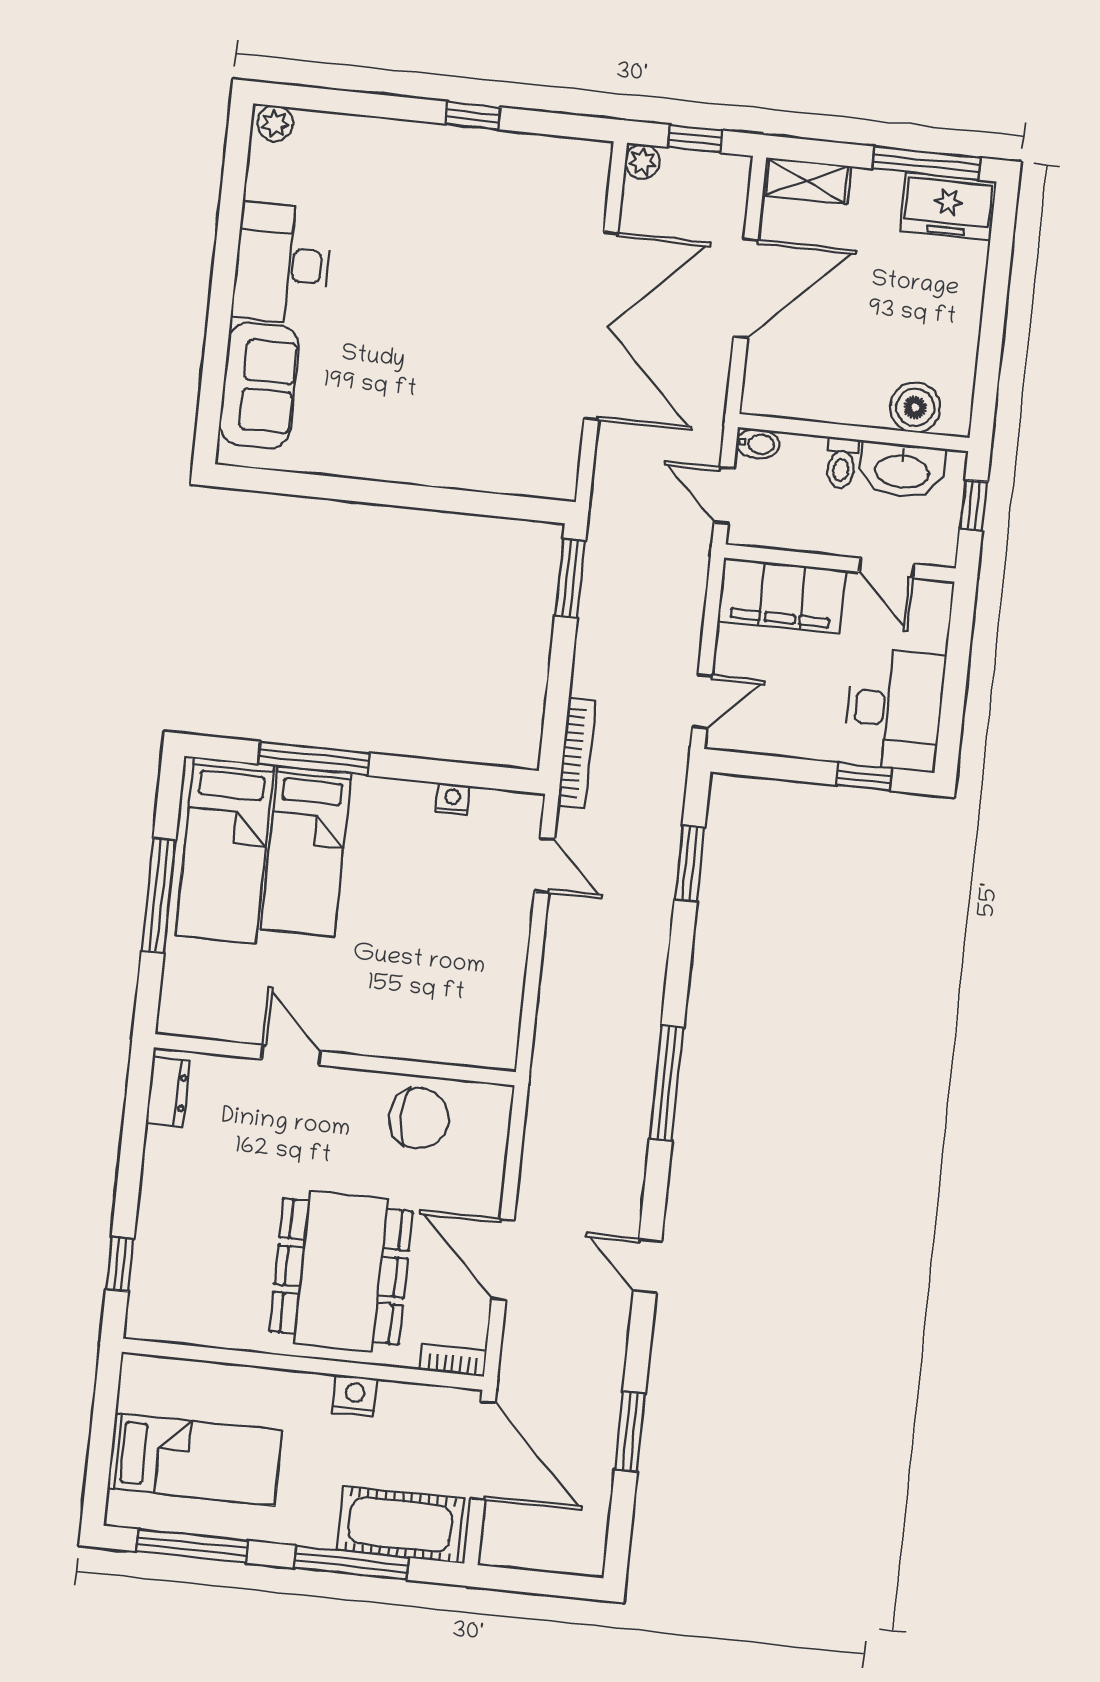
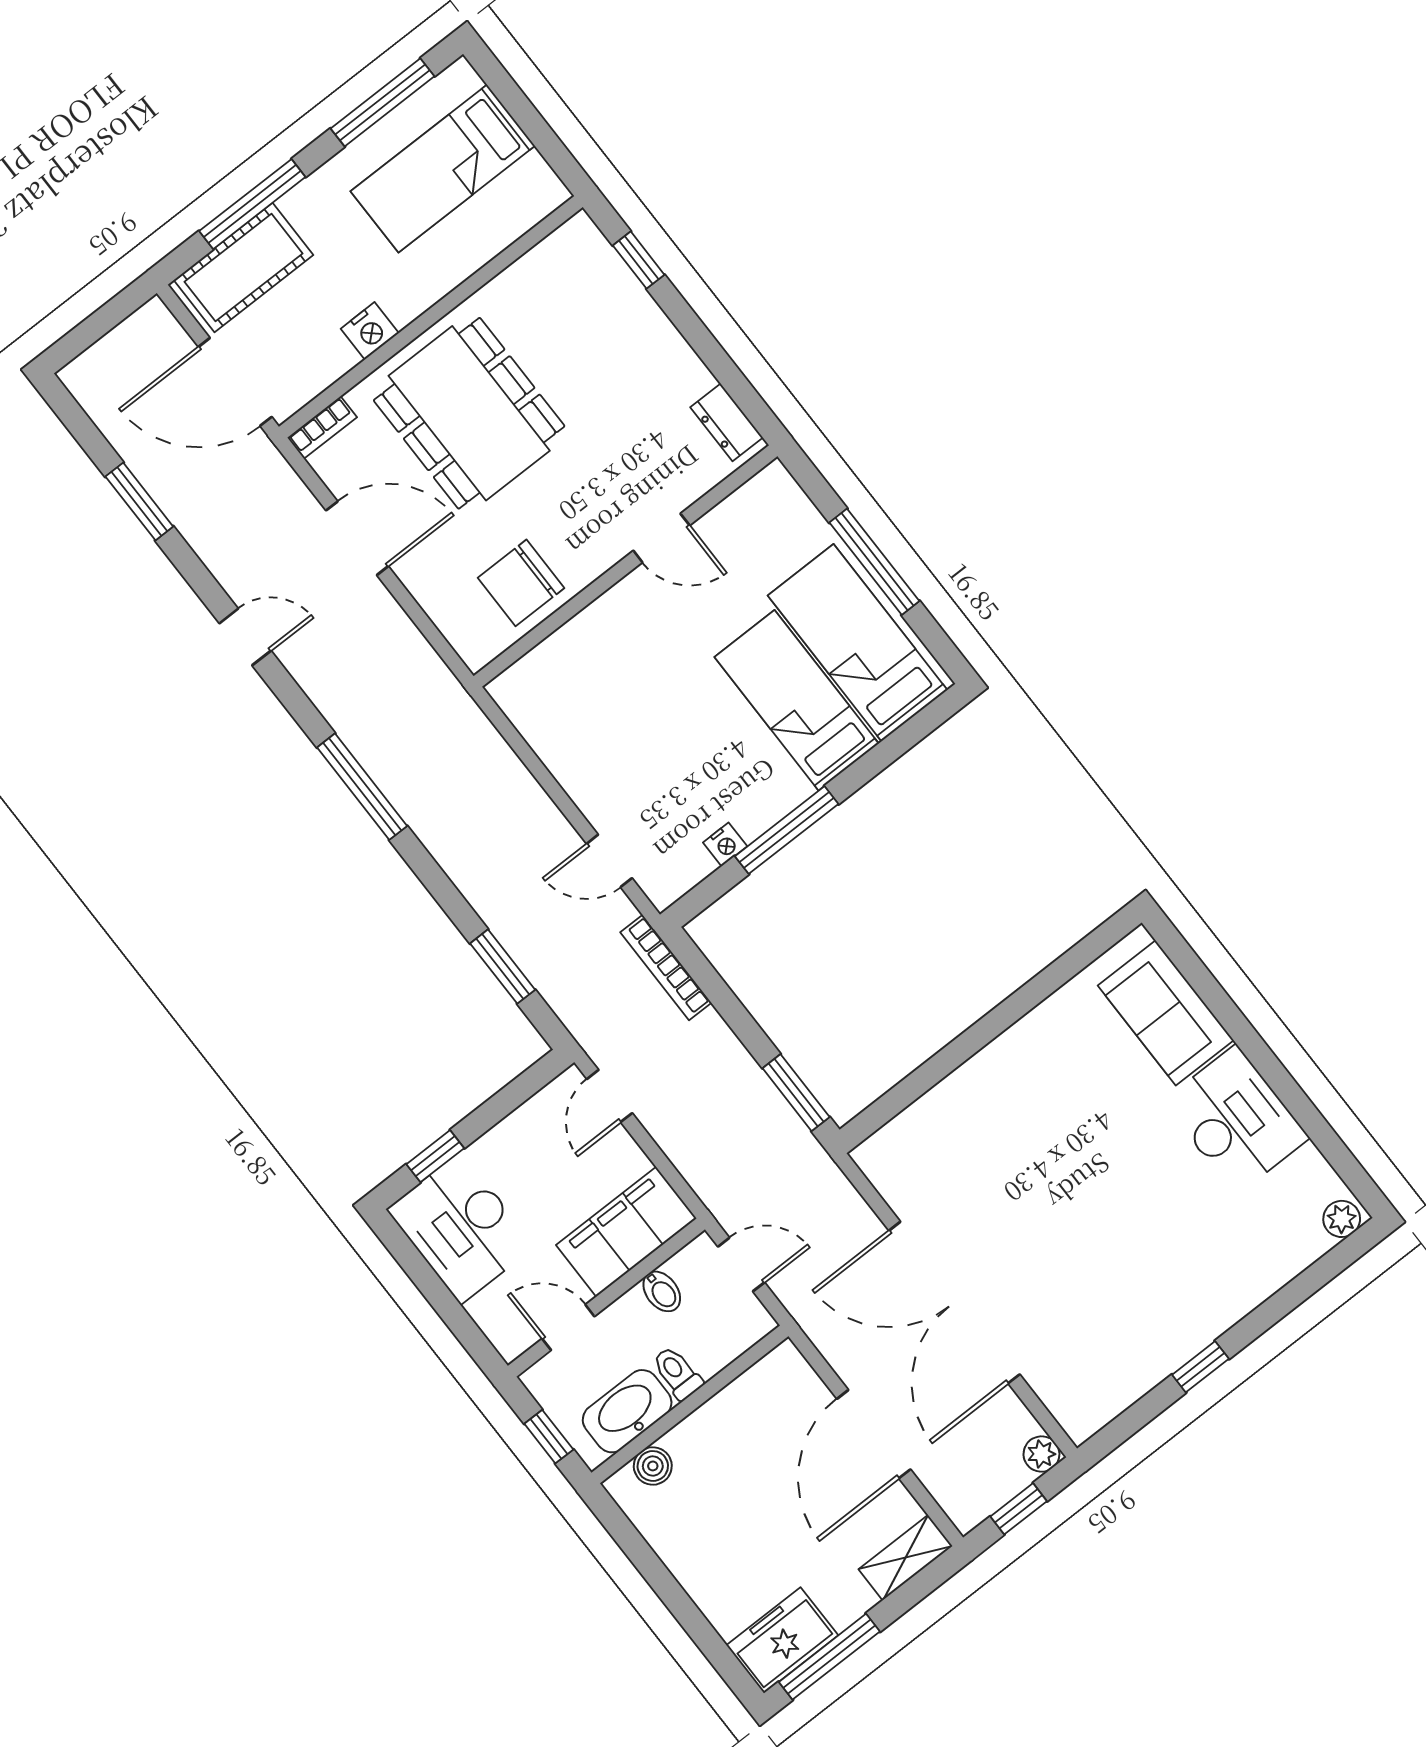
boiler: (915, 407) -> (653, 1466), width x0.73, depth x0.73
bidet: (758, 444) -> (662, 1291), moved, turned -90
window: (314, 758) -> (787, 830), moved

